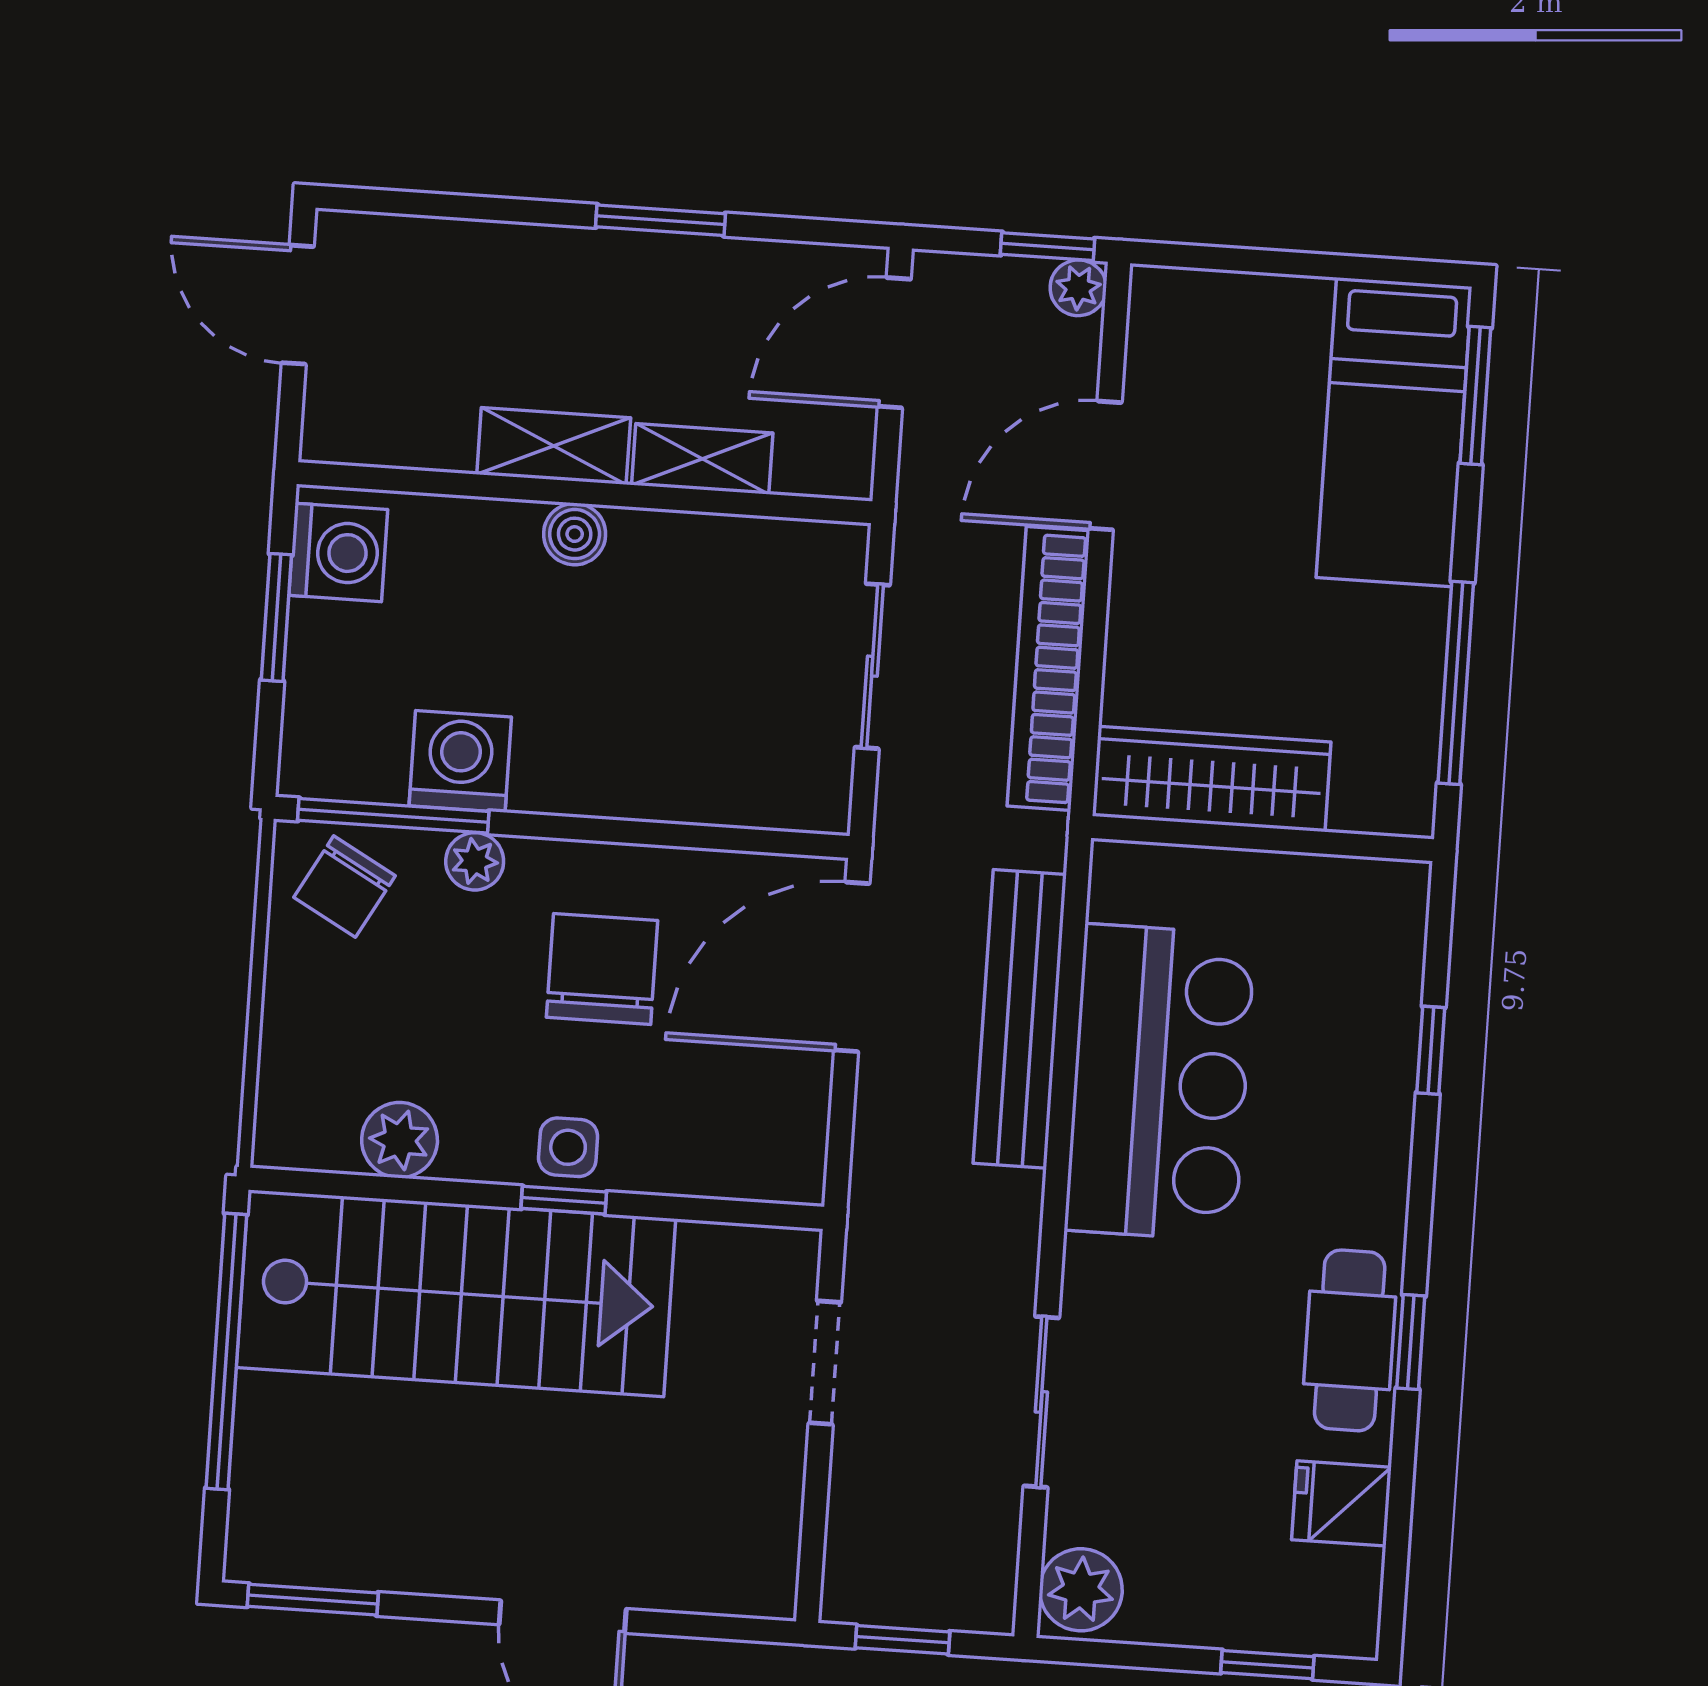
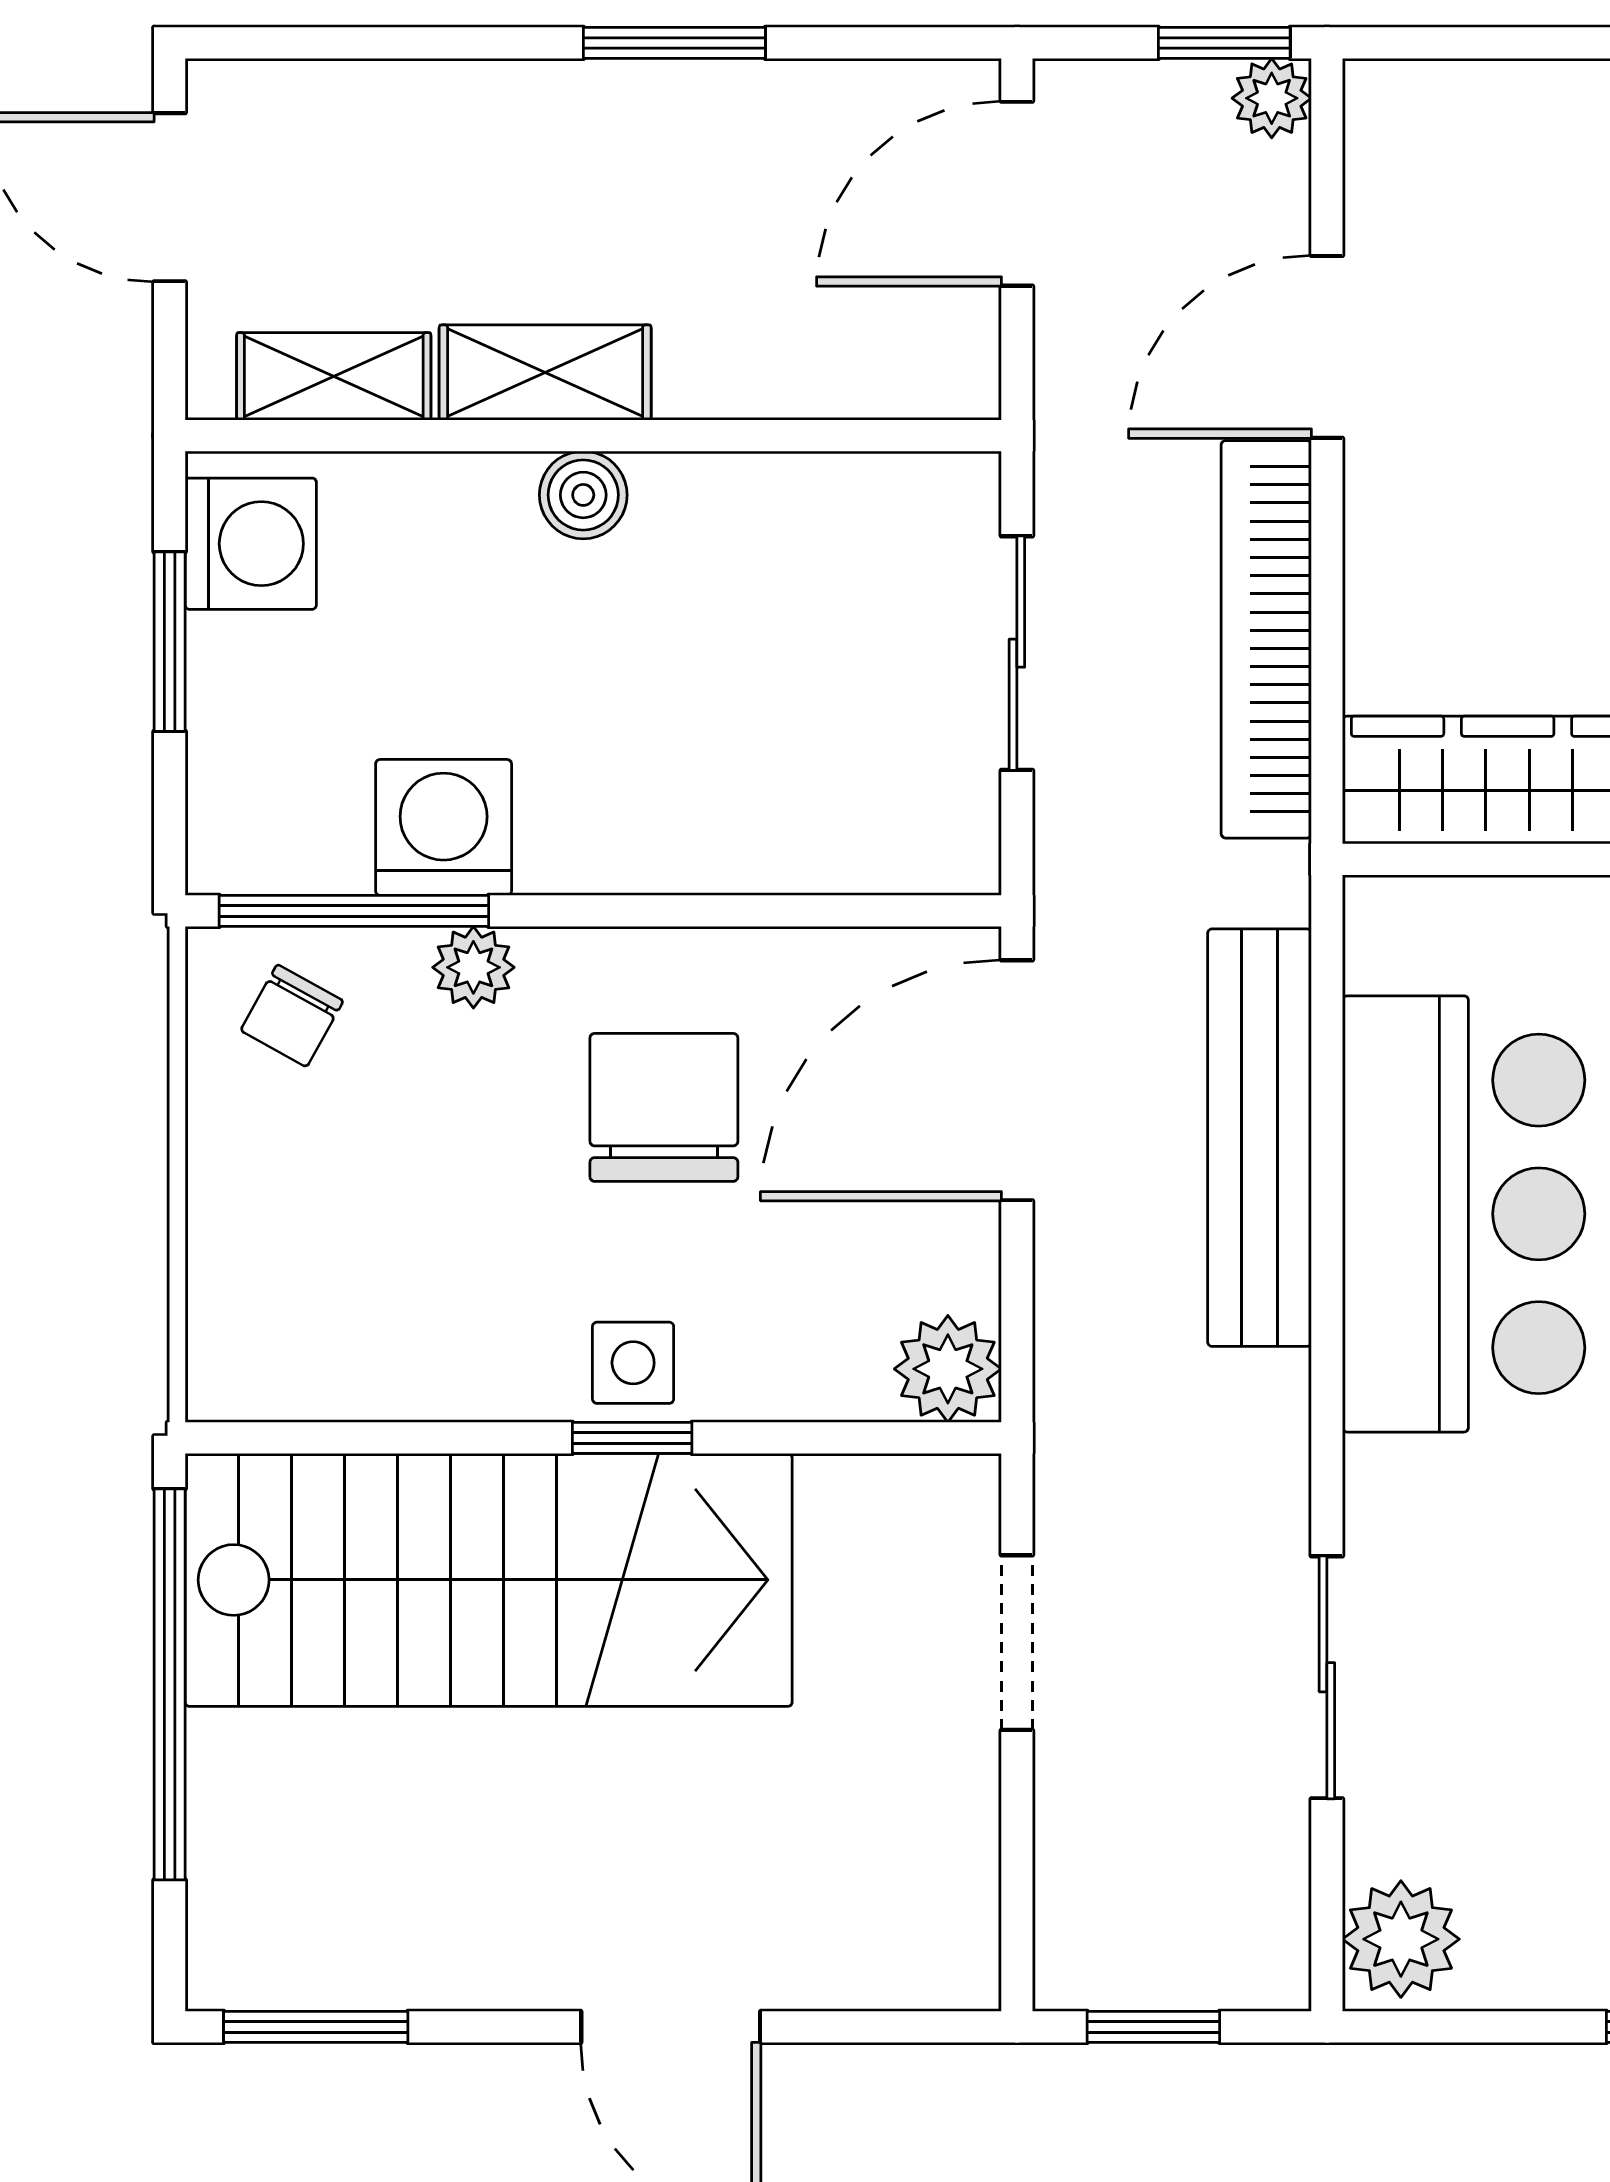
shelving: (702, 459) -> (334, 376), moved
chair: (345, 887) -> (292, 1016), width x0.73, depth x0.73
plant: (400, 1140) -> (948, 1369), moved

